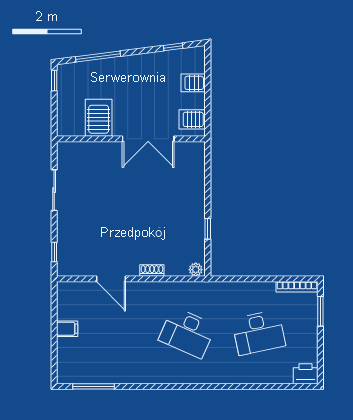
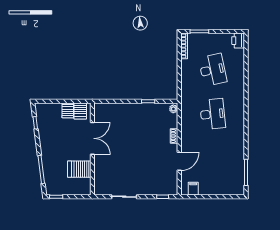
server rack: (193, 83) -> (68, 110), moved
filing cabinet: (67, 329) -> (193, 189), moved
desk: (187, 333) -> (213, 114), turned -30

